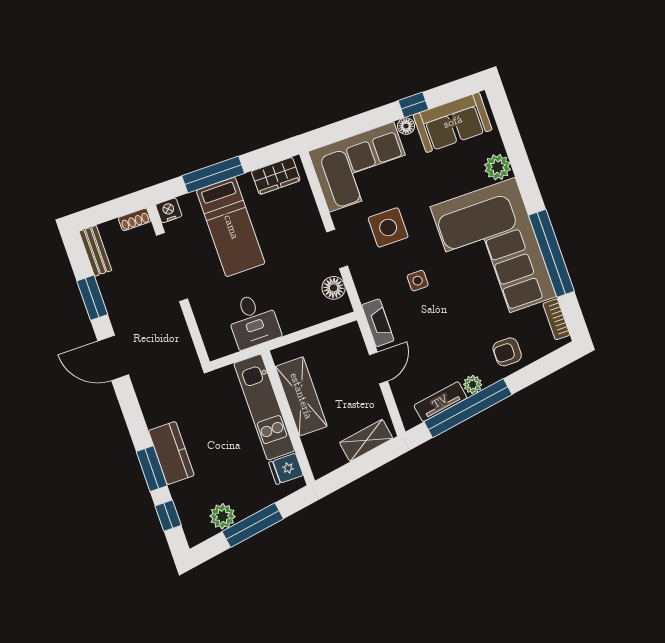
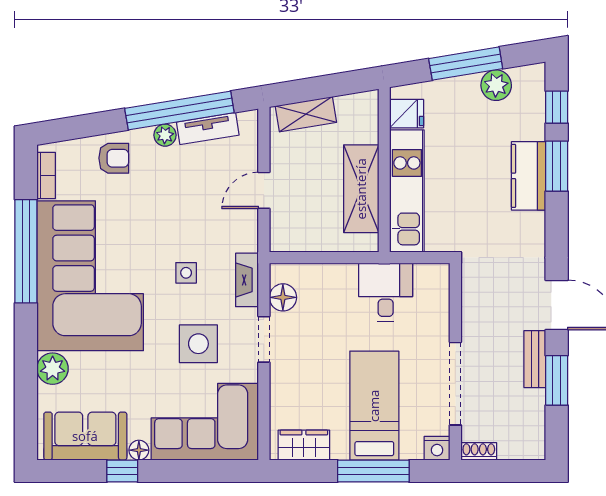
bench: (95, 251) -> (535, 359), moved
fireplace: (378, 323) -> (247, 280), moved

